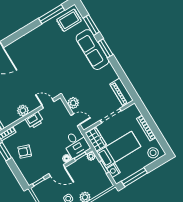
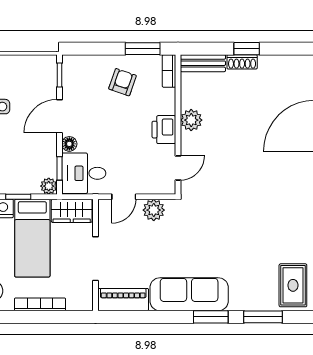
sofa: (92, 50) -> (189, 294), moved

